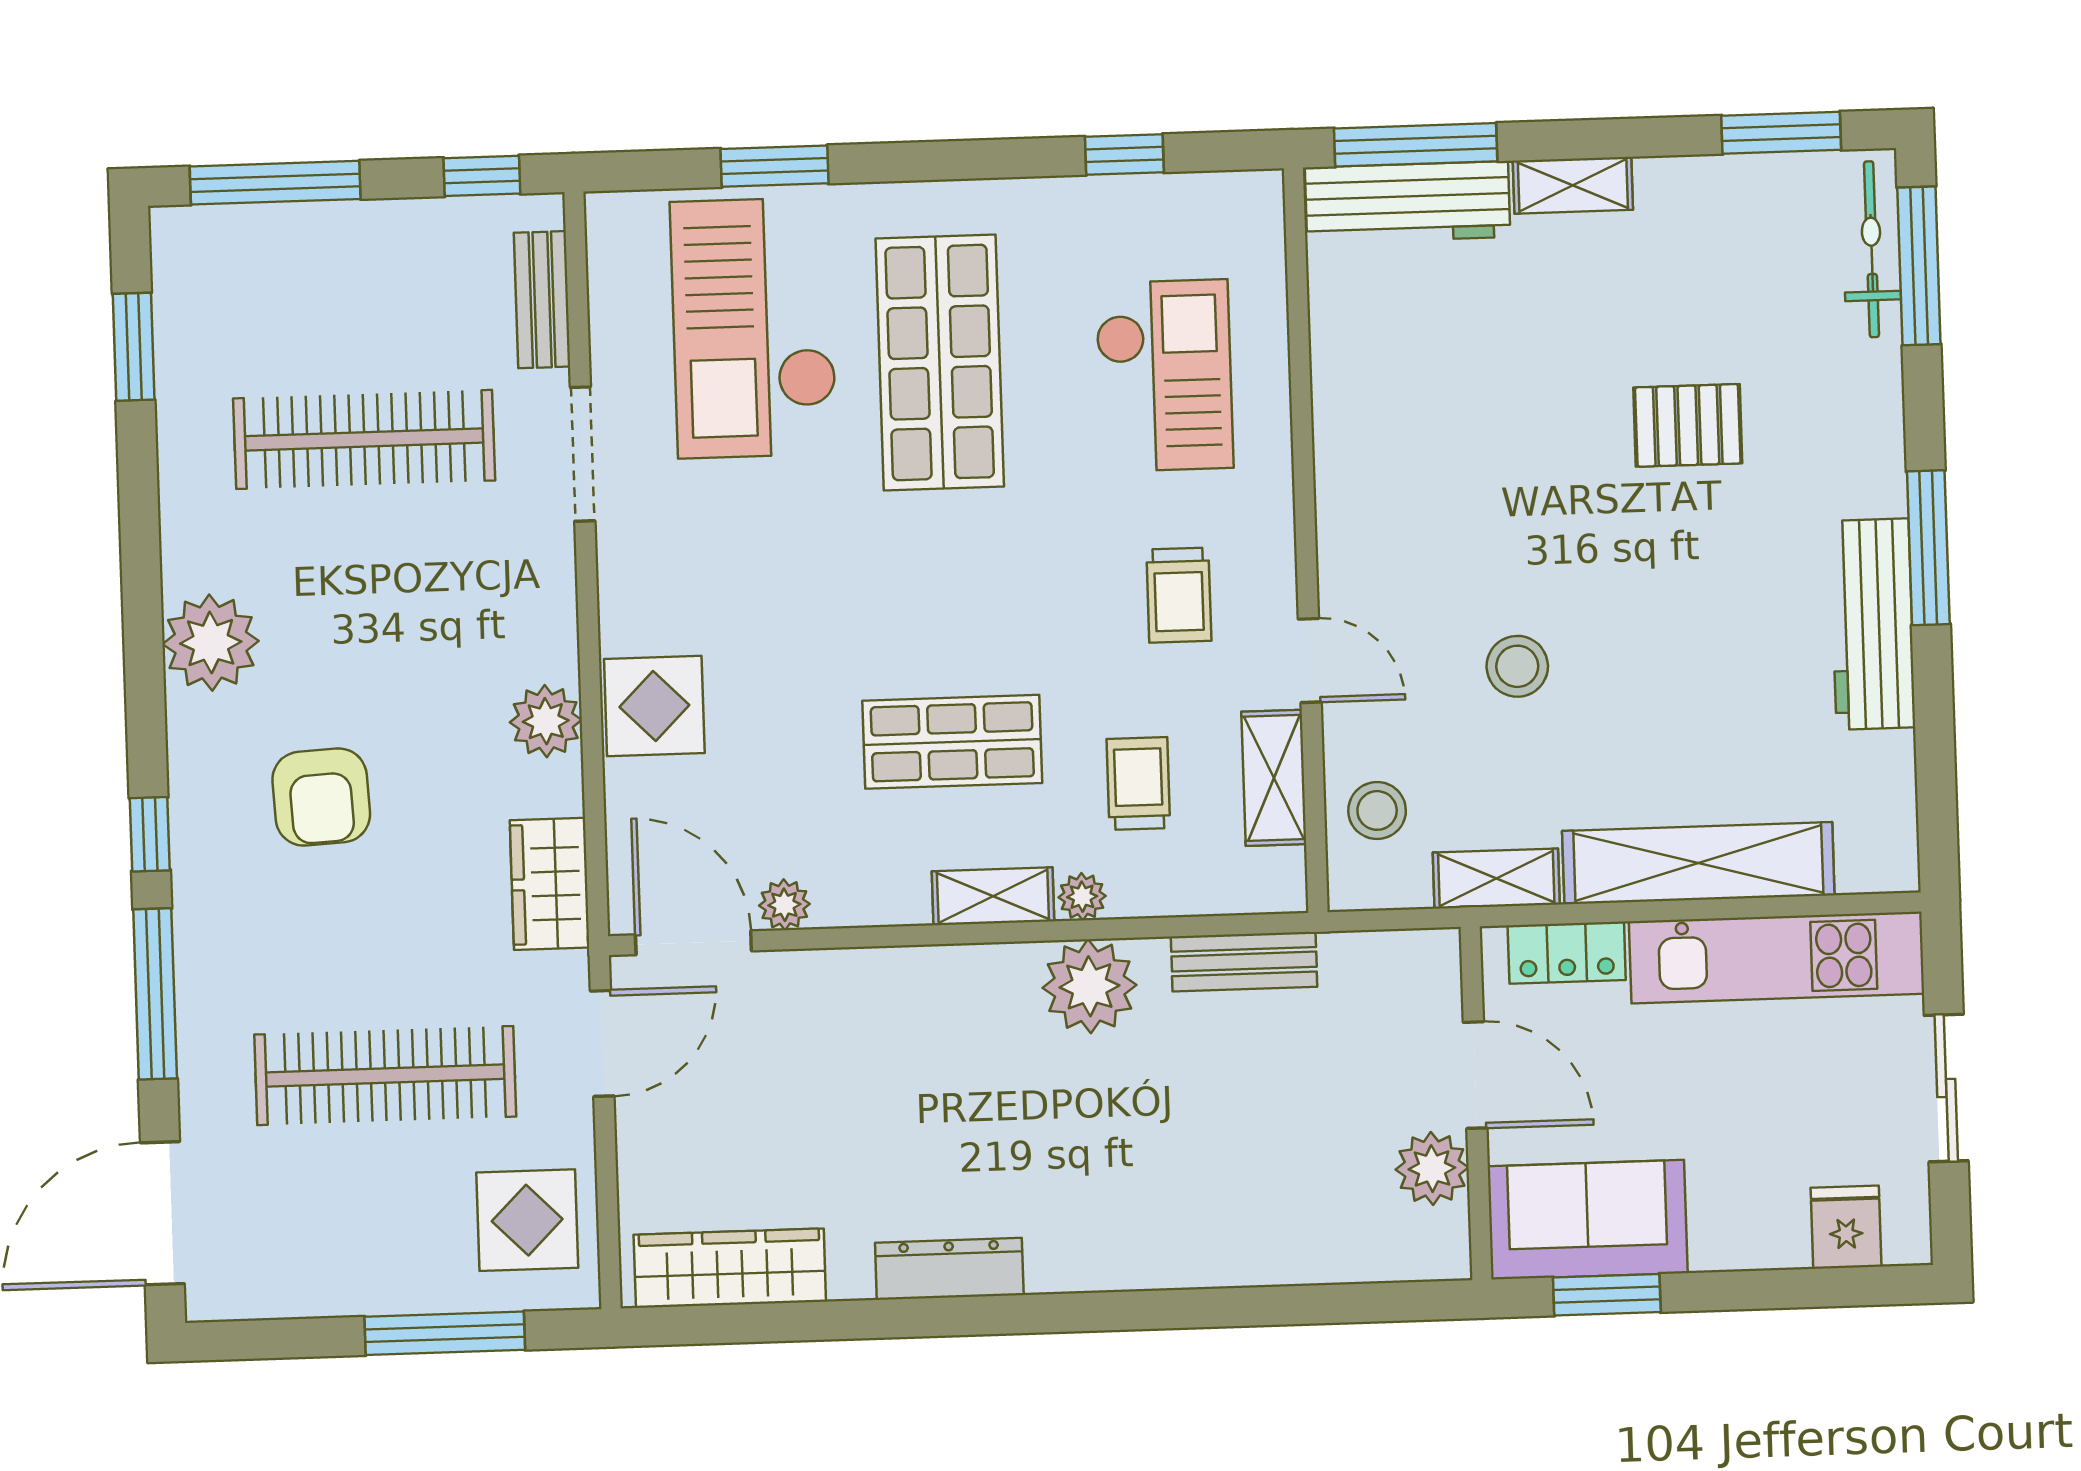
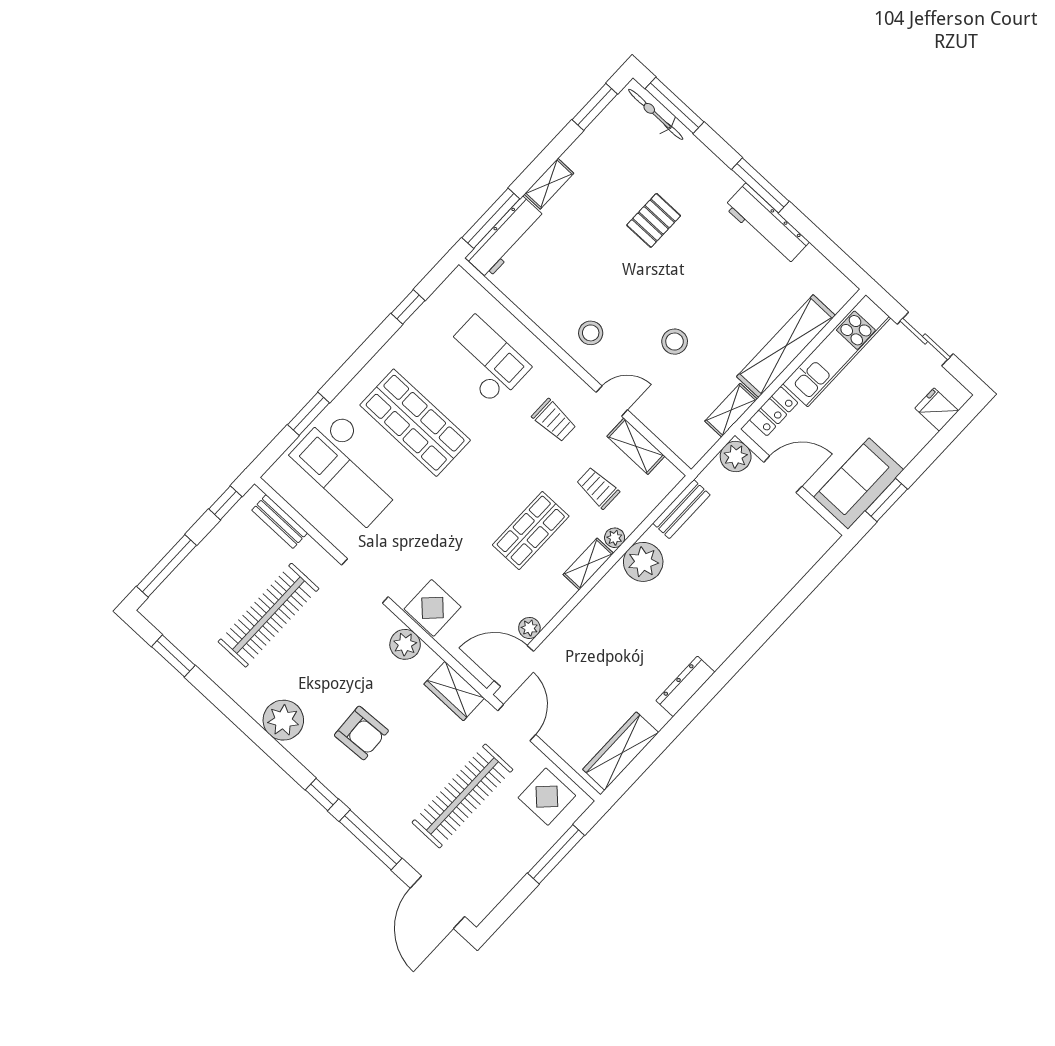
doorway: (583, 454) -> (365, 581), moved
stool: (1377, 810) -> (591, 333), moved
plant: (1432, 1169) -> (736, 456), moved

